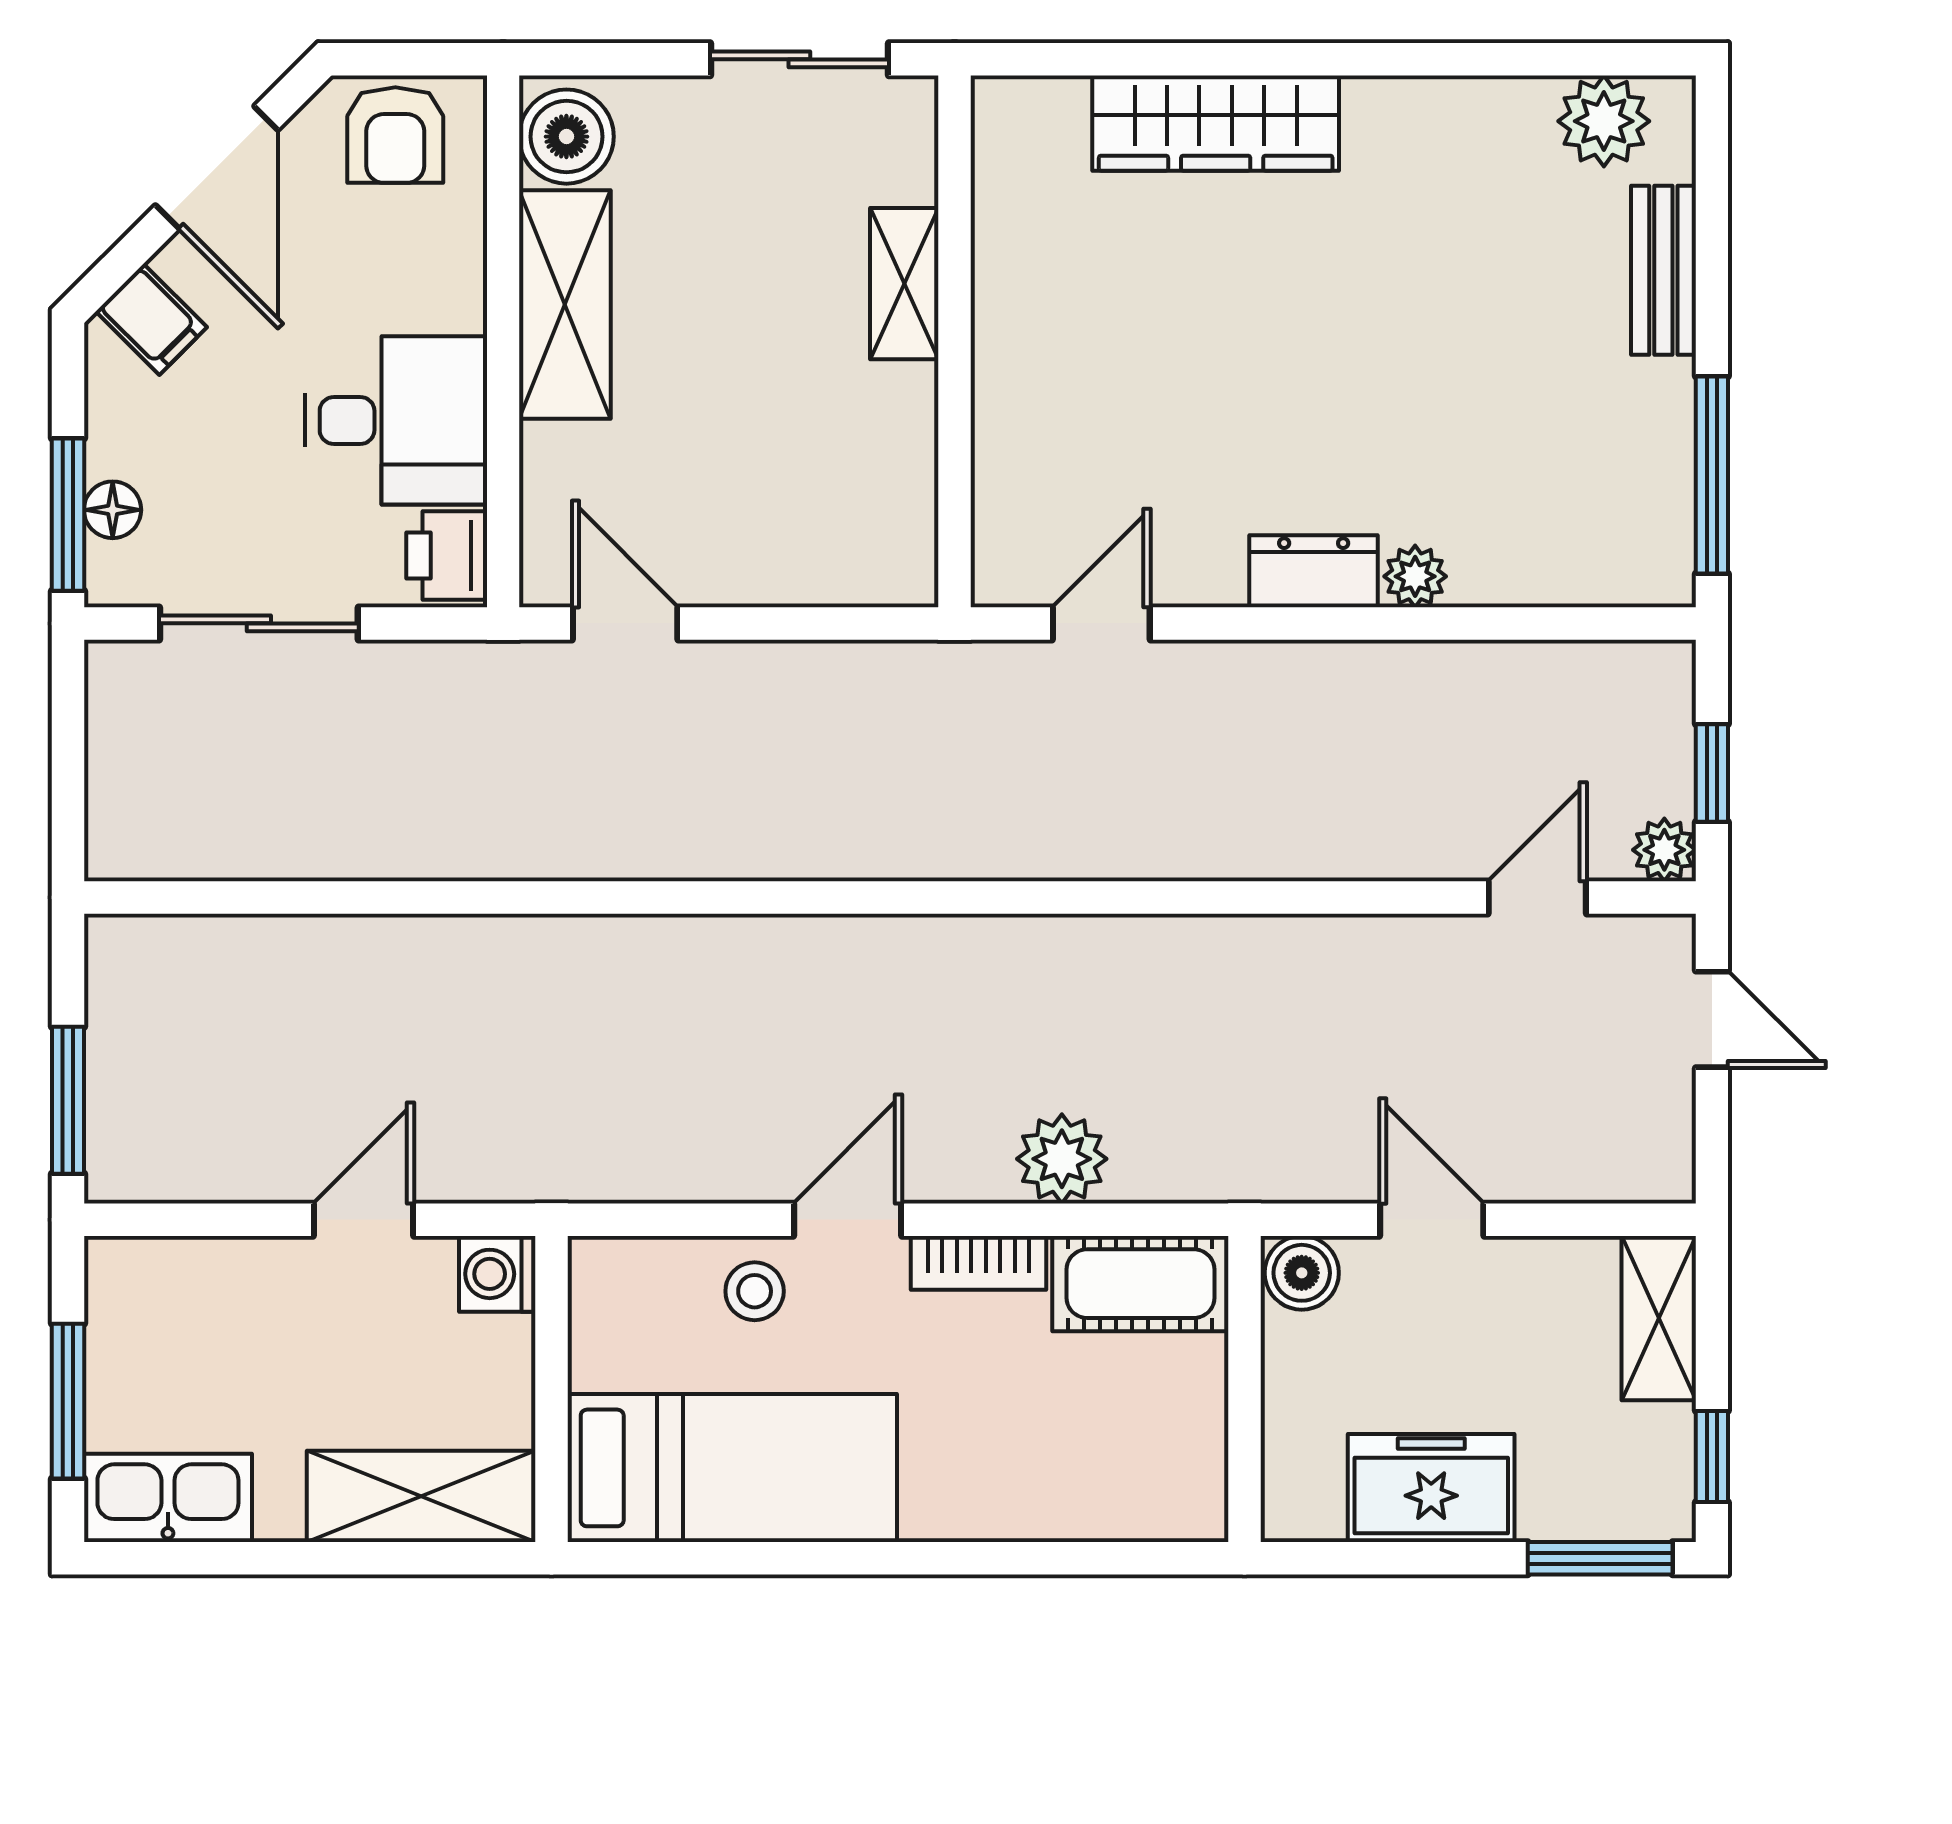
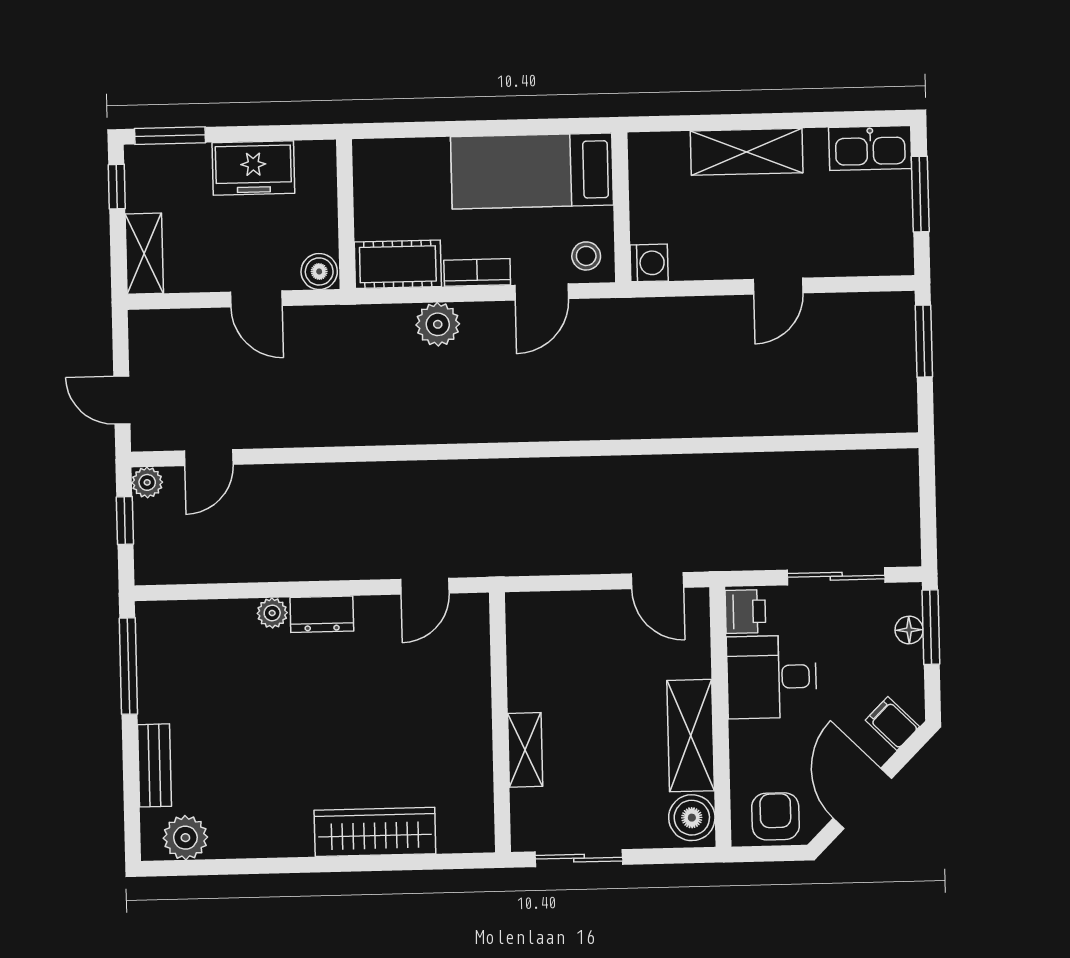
washing machine: (497, 1274) -> (649, 263), moved
wall: (551, 1389) -> (621, 207), moved
bed: (732, 1468) -> (532, 171), moved

